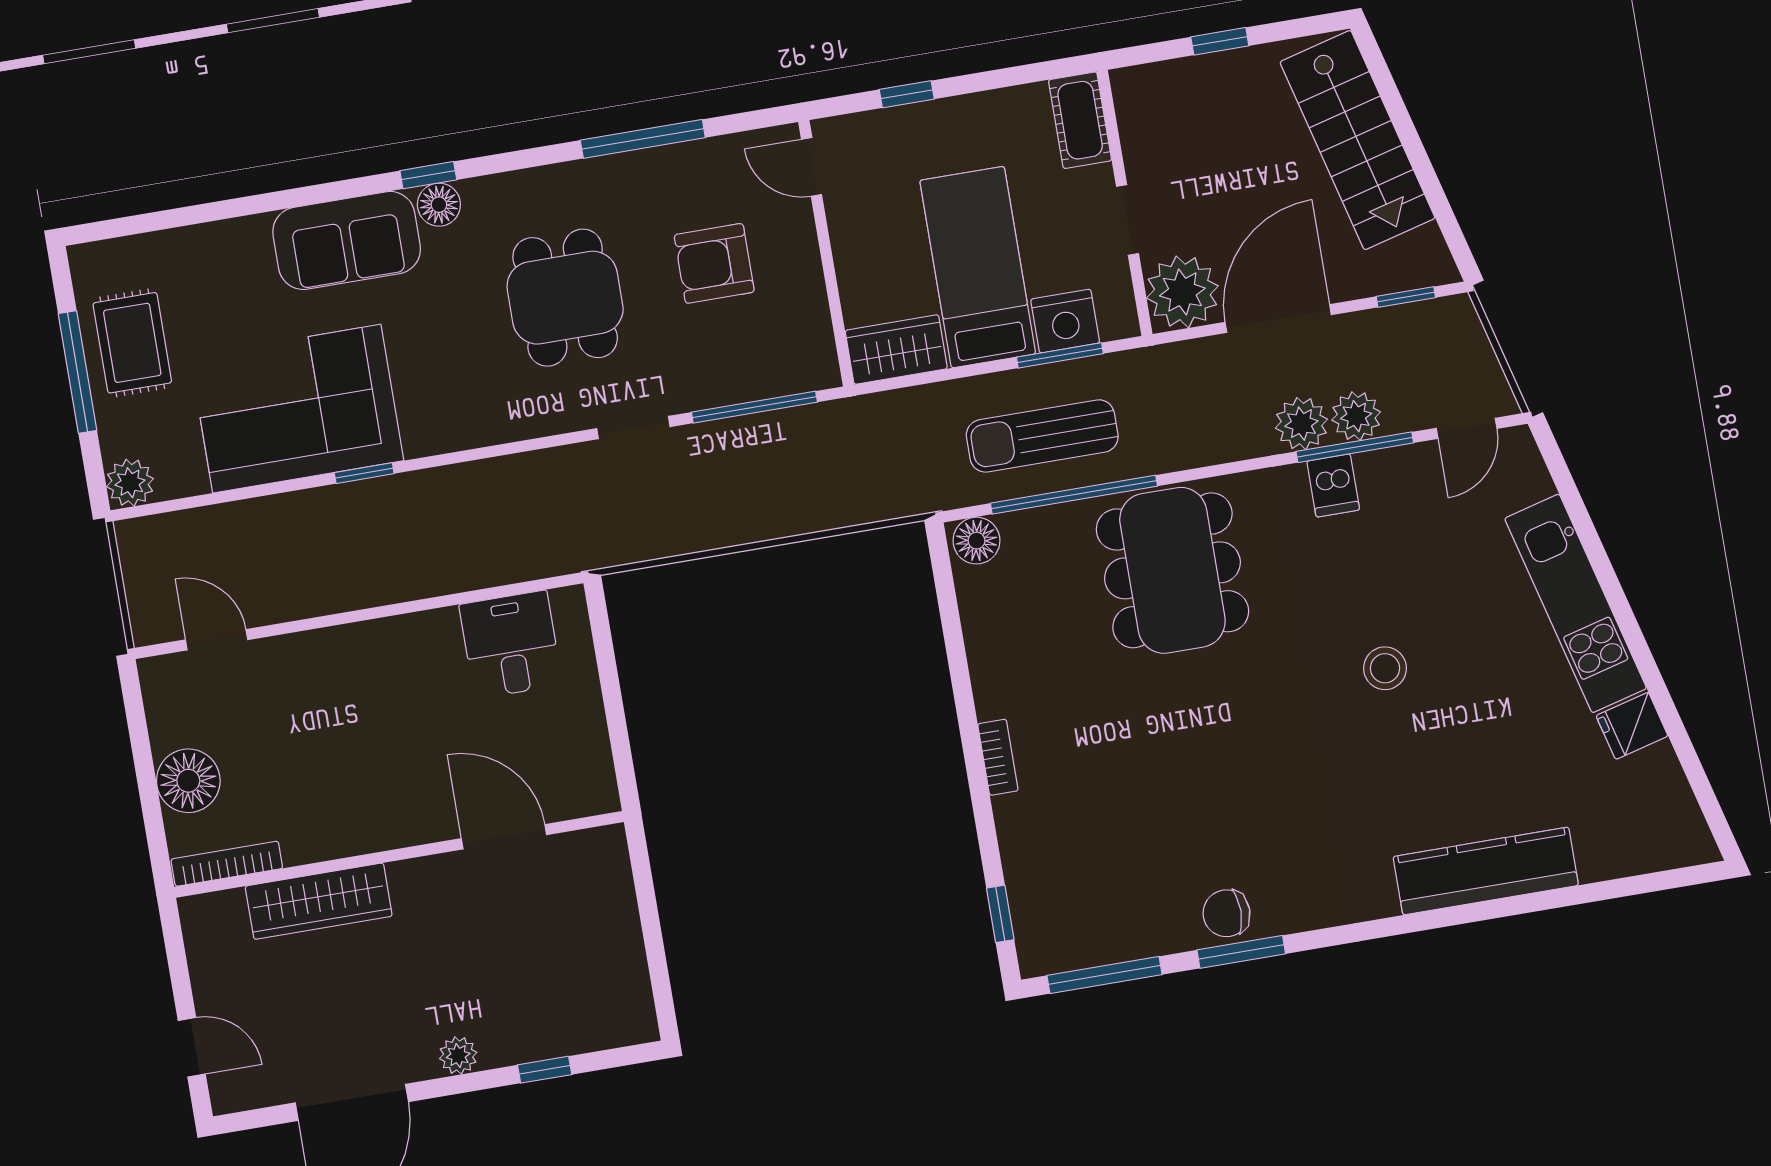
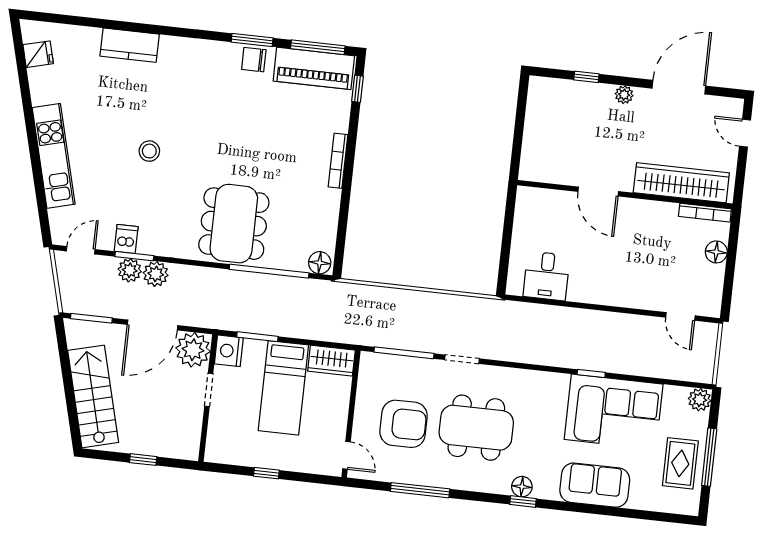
window: (907, 94) -> (266, 473), moved
cot: (1080, 120) -> (217, 442), removed
sofa: (347, 240) -> (595, 485), moved
armchair: (714, 263) -> (404, 424), width x1.36, depth x1.36
window: (1406, 297) -> (91, 318), width x1.50
dining table: (565, 298) -> (476, 428), width x1.38
nightstand: (1065, 321) -> (229, 351), moved, turned -90
sun lounger: (1042, 436) -> (276, 302), removed
window: (1355, 447) -> (134, 256), width x0.69
dishwasher: (1333, 485) -> (126, 239), moved
fridge: (1632, 726) -> (38, 54), moved
bookcase: (998, 757) -> (338, 161), width x1.56
floor lamp: (188, 781) -> (716, 252), width x0.73, depth x0.73
door: (504, 837) -> (598, 191), moved
kitchen counter: (1486, 871) -> (130, 45), width x0.67
wardrobe: (319, 901) -> (681, 183), width x1.40, depth x1.17
chair: (1226, 913) -> (254, 60), turned 180
piano: (1100, 930) -> (314, 68), added

